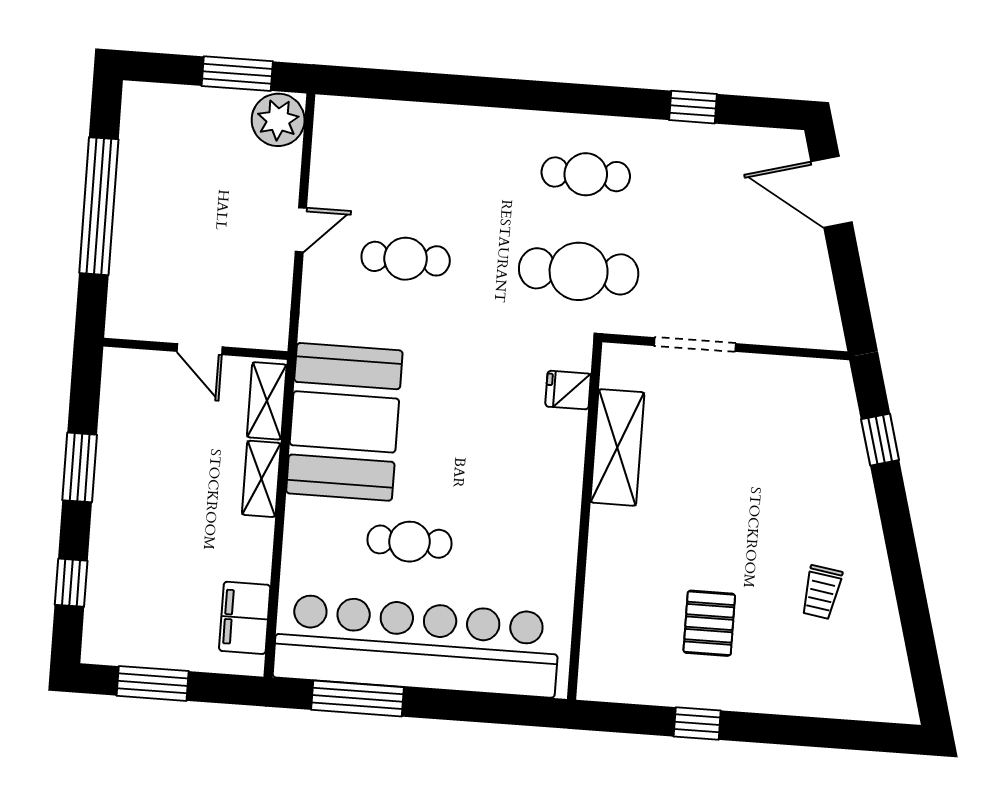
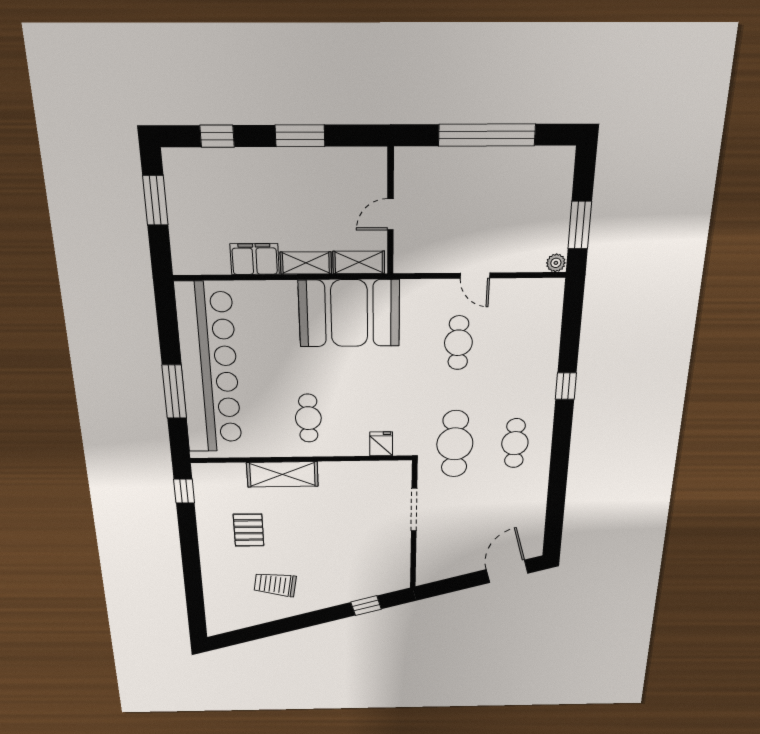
window: (693, 107) -> (566, 386), moved
plant: (278, 120) -> (556, 263), width x0.53, depth x0.53
shelving: (617, 447) -> (282, 474), moved
cafe table: (409, 542) -> (308, 418), moved
trolley: (821, 592) -> (275, 584), width x1.36, depth x1.39
filing cabinet: (245, 618) -> (255, 259), moved
pallet: (709, 623) -> (249, 530), turned 90
window: (358, 699) -> (174, 392), moved
window: (697, 723) -> (184, 491), moved

